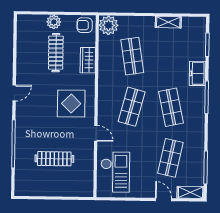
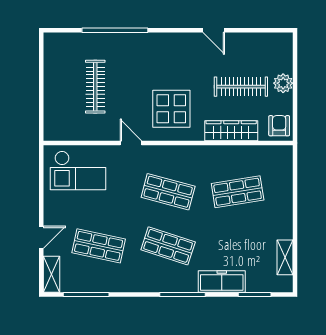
shelving: (168, 22) -> (285, 257), moved
plant: (108, 25) -> (280, 158), removed
wardrobe: (88, 60) -> (231, 131), width x1.50
freezer: (197, 73) -> (222, 282), width x1.40
door: (14, 93) -> (214, 30), moved
shop shelf: (171, 107) -> (168, 246), turned 30
door: (96, 133) -> (131, 143), swing flipped

